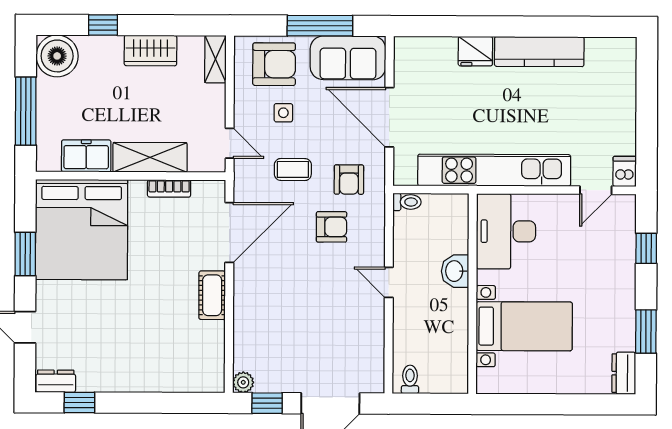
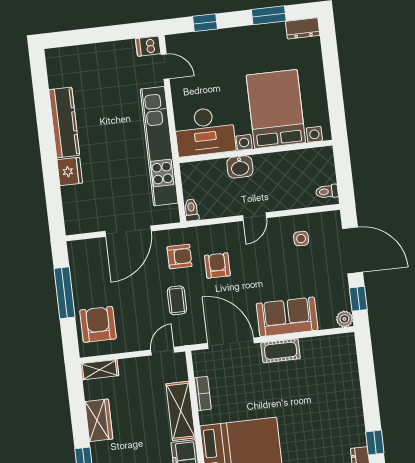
sofa: (348, 58) -> (287, 317), moved, turned -90
side table: (283, 113) -> (301, 239), moved
bed with nightstands: (524, 326) -> (276, 109), width x1.36

